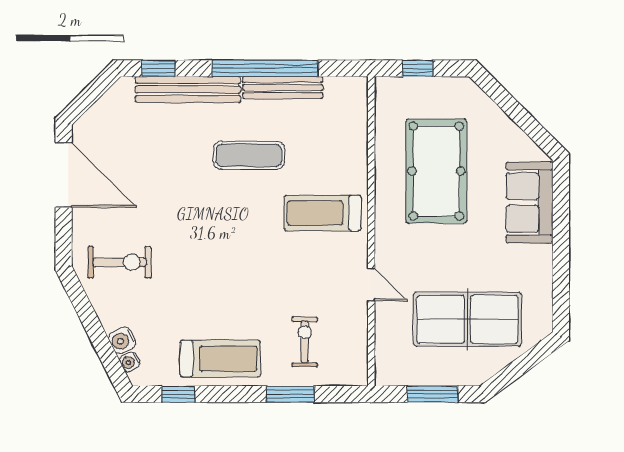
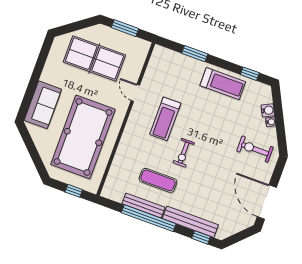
exercise mat: (249, 155) -> (158, 180), moved
pool table: (436, 171) -> (83, 137), width x1.36, depth x1.32
treadmill: (323, 213) -> (165, 119), moved, turned 90
exercise bike: (305, 342) -> (184, 153), moved
treadmill: (220, 359) -> (223, 84), turned 180
water cooler: (130, 362) -> (271, 122), moved

